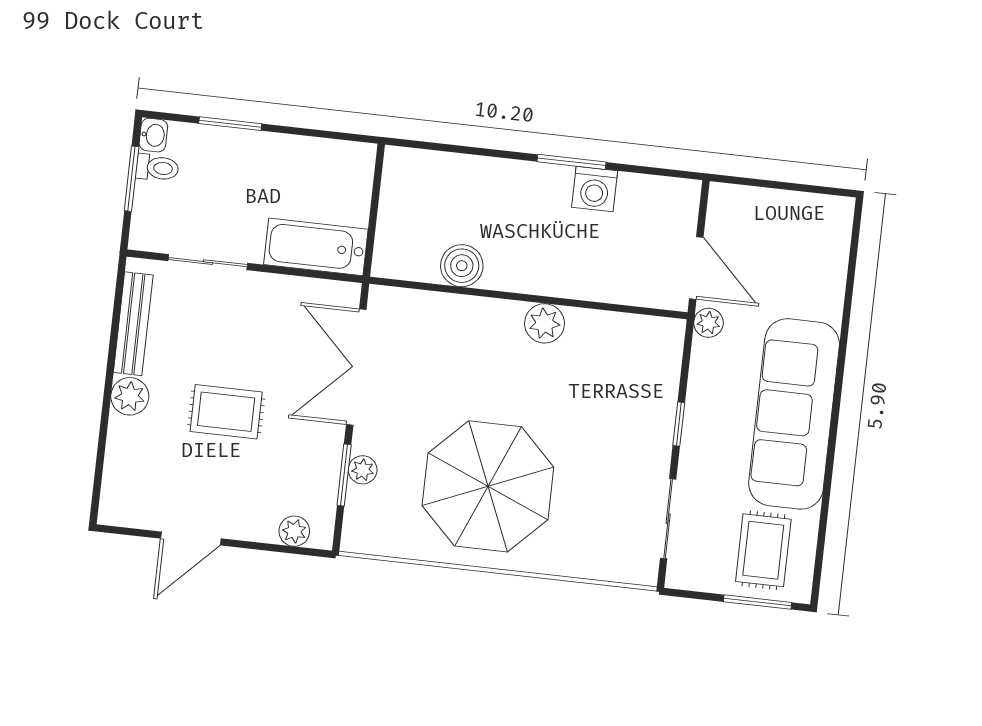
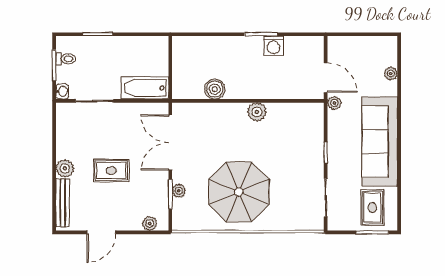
washbasin: (153, 135) -> (62, 91), moved
plant: (833, 275) -> (391, 74), added
bench: (133, 324) -> (63, 203), moved

